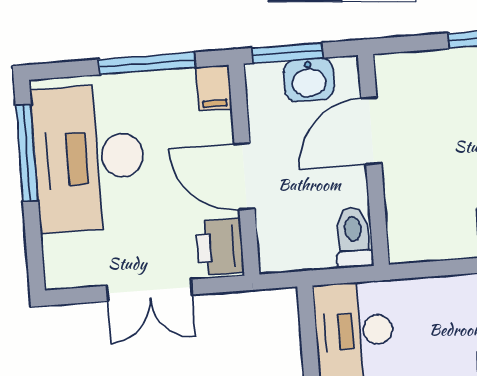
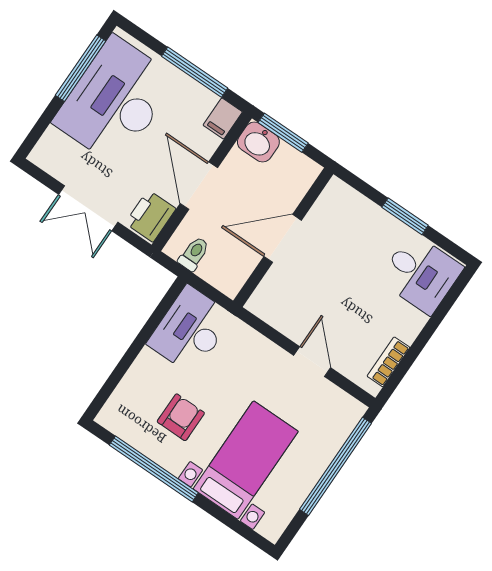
washbasin: (309, 80) -> (258, 142), moved
door: (371, 131) -> (283, 238), moved
toilet: (354, 237) -> (194, 254), moved, width x0.73, depth x0.72

